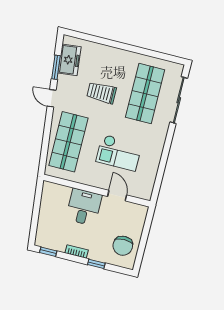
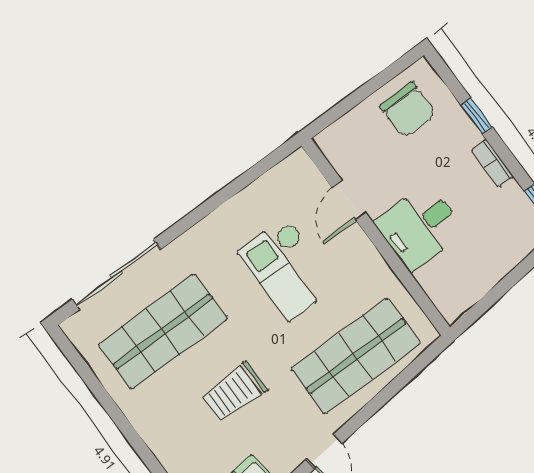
trolley: (102, 93) -> (234, 392), turned 90
checkout: (119, 153) -> (287, 269), turned 180
chair: (123, 246) -> (408, 110), turned 90

